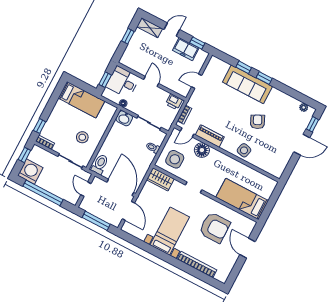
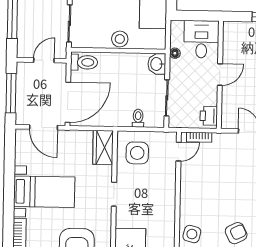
window: (105, 80) -> (193, 16), removed
door: (187, 132) -> (179, 152), swing flipped
piano: (210, 136) -> (188, 182), removed
stool: (82, 137) -> (120, 39), moved
floor lamp: (202, 150) -> (166, 181), removed
door: (128, 211) -> (43, 127), hinge flipped

